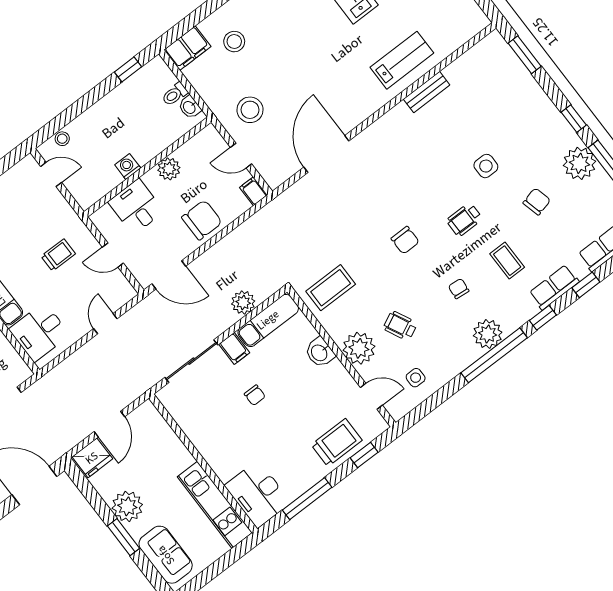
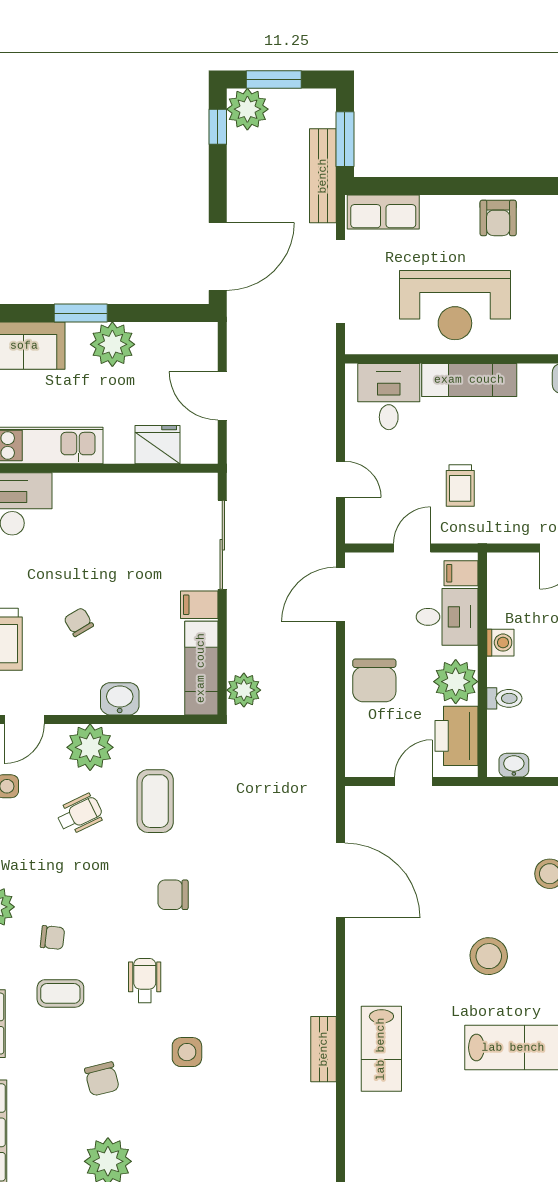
toilet: (175, 94) -> (504, 698), moved, turned 90
stool: (250, 110) -> (489, 956), moved
printer: (198, 151) -> (457, 736), added
plant: (169, 169) -> (456, 682), width x1.36, depth x1.36
filing cabinet: (253, 191) -> (461, 573), moved, turned 180
coffee table: (331, 288) -> (155, 801), moved
chair: (459, 289) -> (52, 938), moved
plant: (243, 302) -> (244, 690), moved
chair: (255, 395) -> (79, 622), moved, turned 59
fridge: (92, 458) -> (158, 445), moved, turned 90

